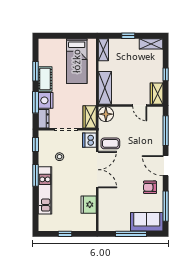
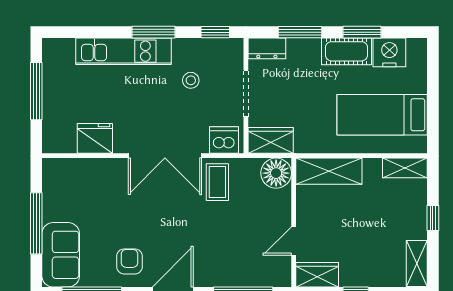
nightstand: (46, 100) -> (389, 52), moved
window: (65, 234) -> (36, 91), width x2.17

